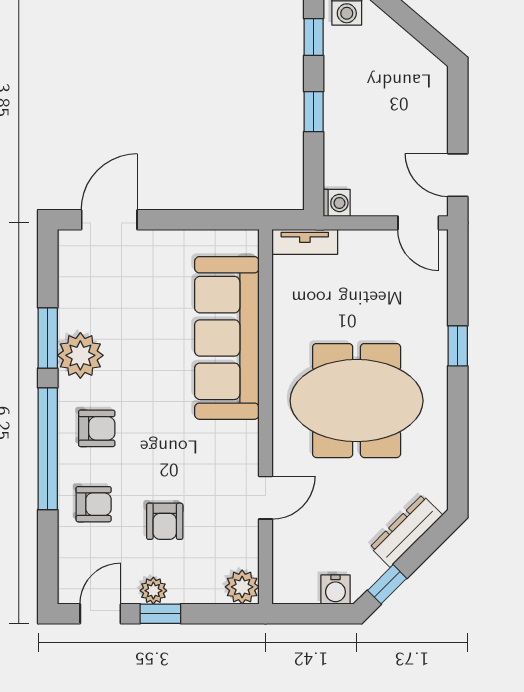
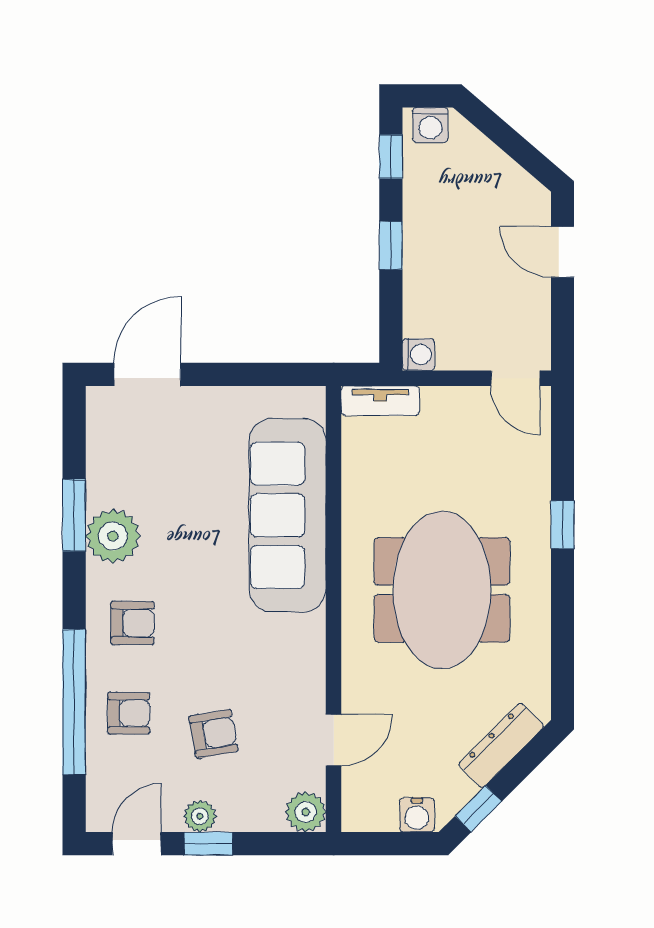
door: (458, 175) -> (563, 252), moved
meeting table: (357, 401) -> (442, 590), turned 90
window: (48, 449) -> (74, 702), moved
door: (266, 498) -> (334, 740), moved
armchair: (165, 521) -> (214, 734), turned -100

